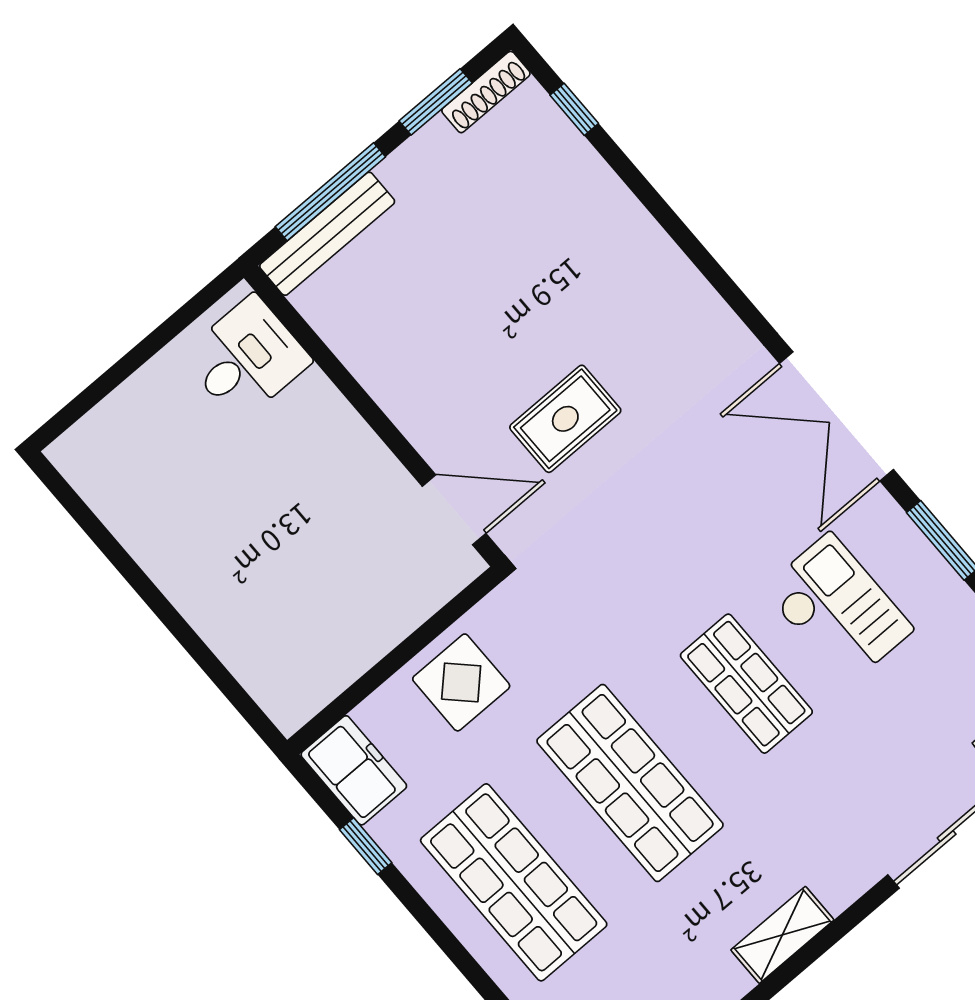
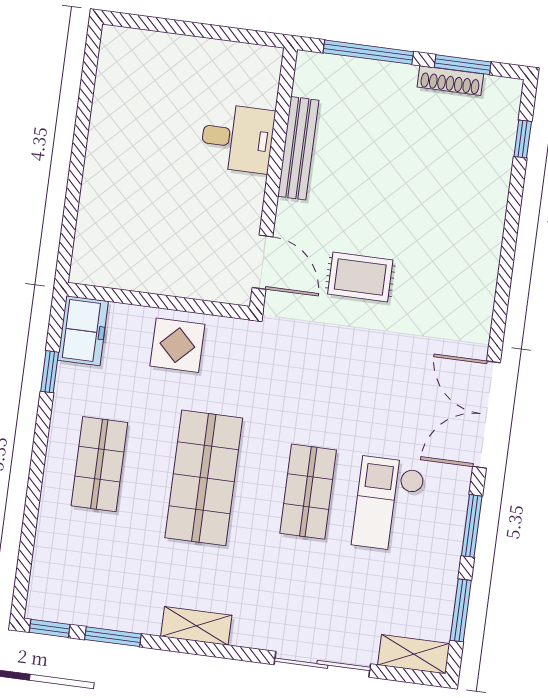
shoe rack: (486, 92) -> (450, 81), moved
bench: (327, 234) -> (298, 148), moved, turned 90
desk: (246, 358) -> (237, 138), moved
checkout: (838, 609) -> (388, 504), turned 180
shop shelf: (514, 882) -> (99, 464), width x0.70, depth x0.74

